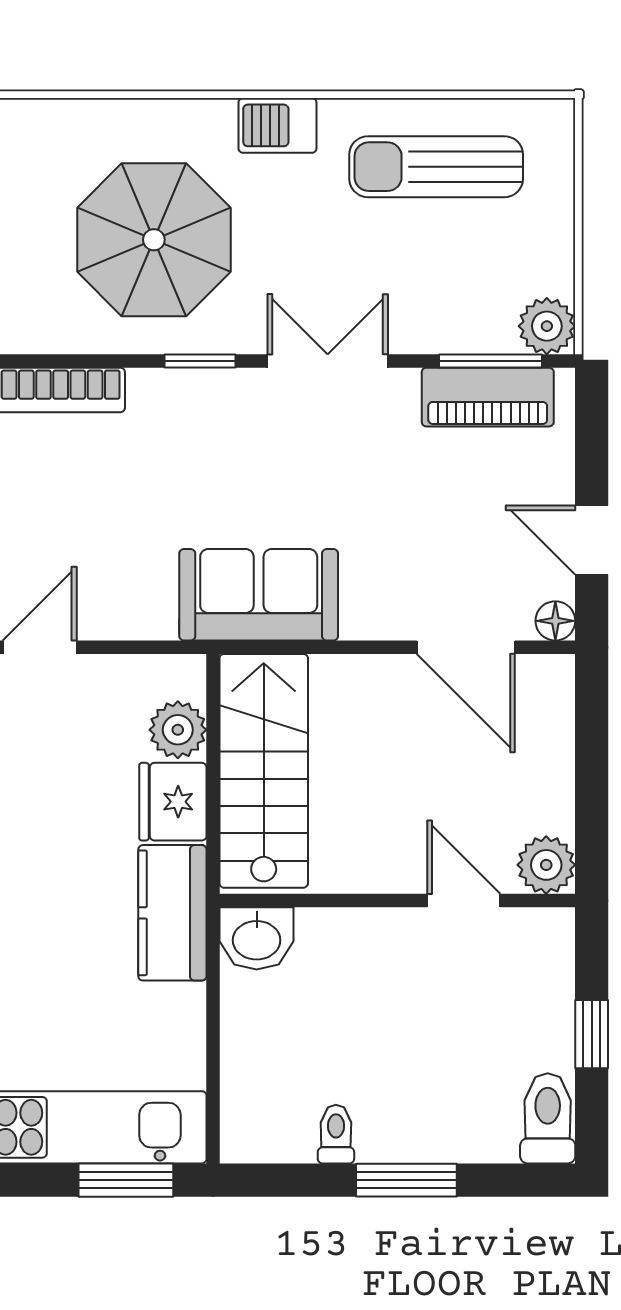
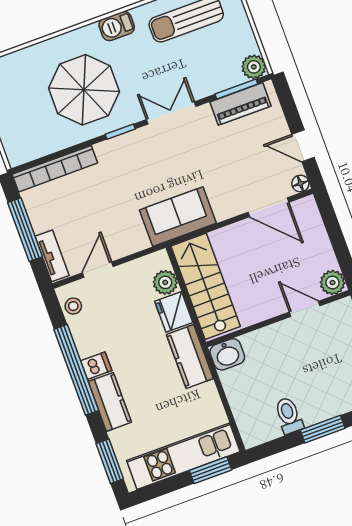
toilet: (336, 1134) -> (289, 416), width x1.37, depth x1.39

